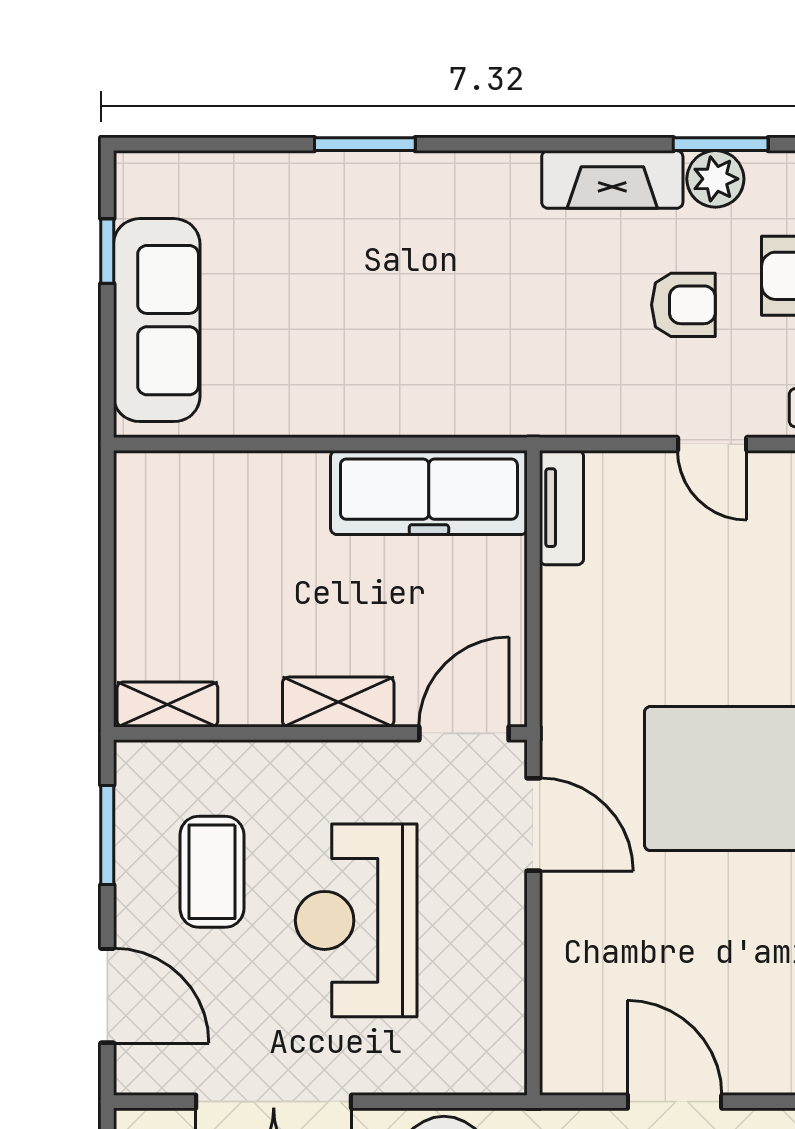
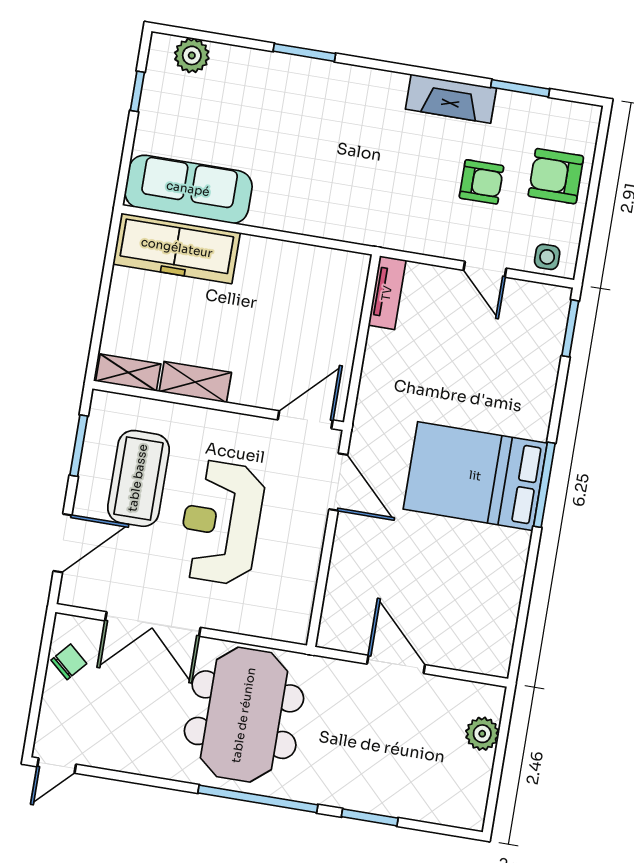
plant: (715, 179) -> (192, 55), moved
sofa: (157, 320) -> (188, 189), moved, turned -90
freezer: (429, 492) -> (177, 248), moved
shelving: (338, 702) -> (195, 382), moved
coffee table: (212, 872) -> (138, 478), width x1.36, depth x1.32
door: (107, 996) -> (63, 543), hinge flipped

